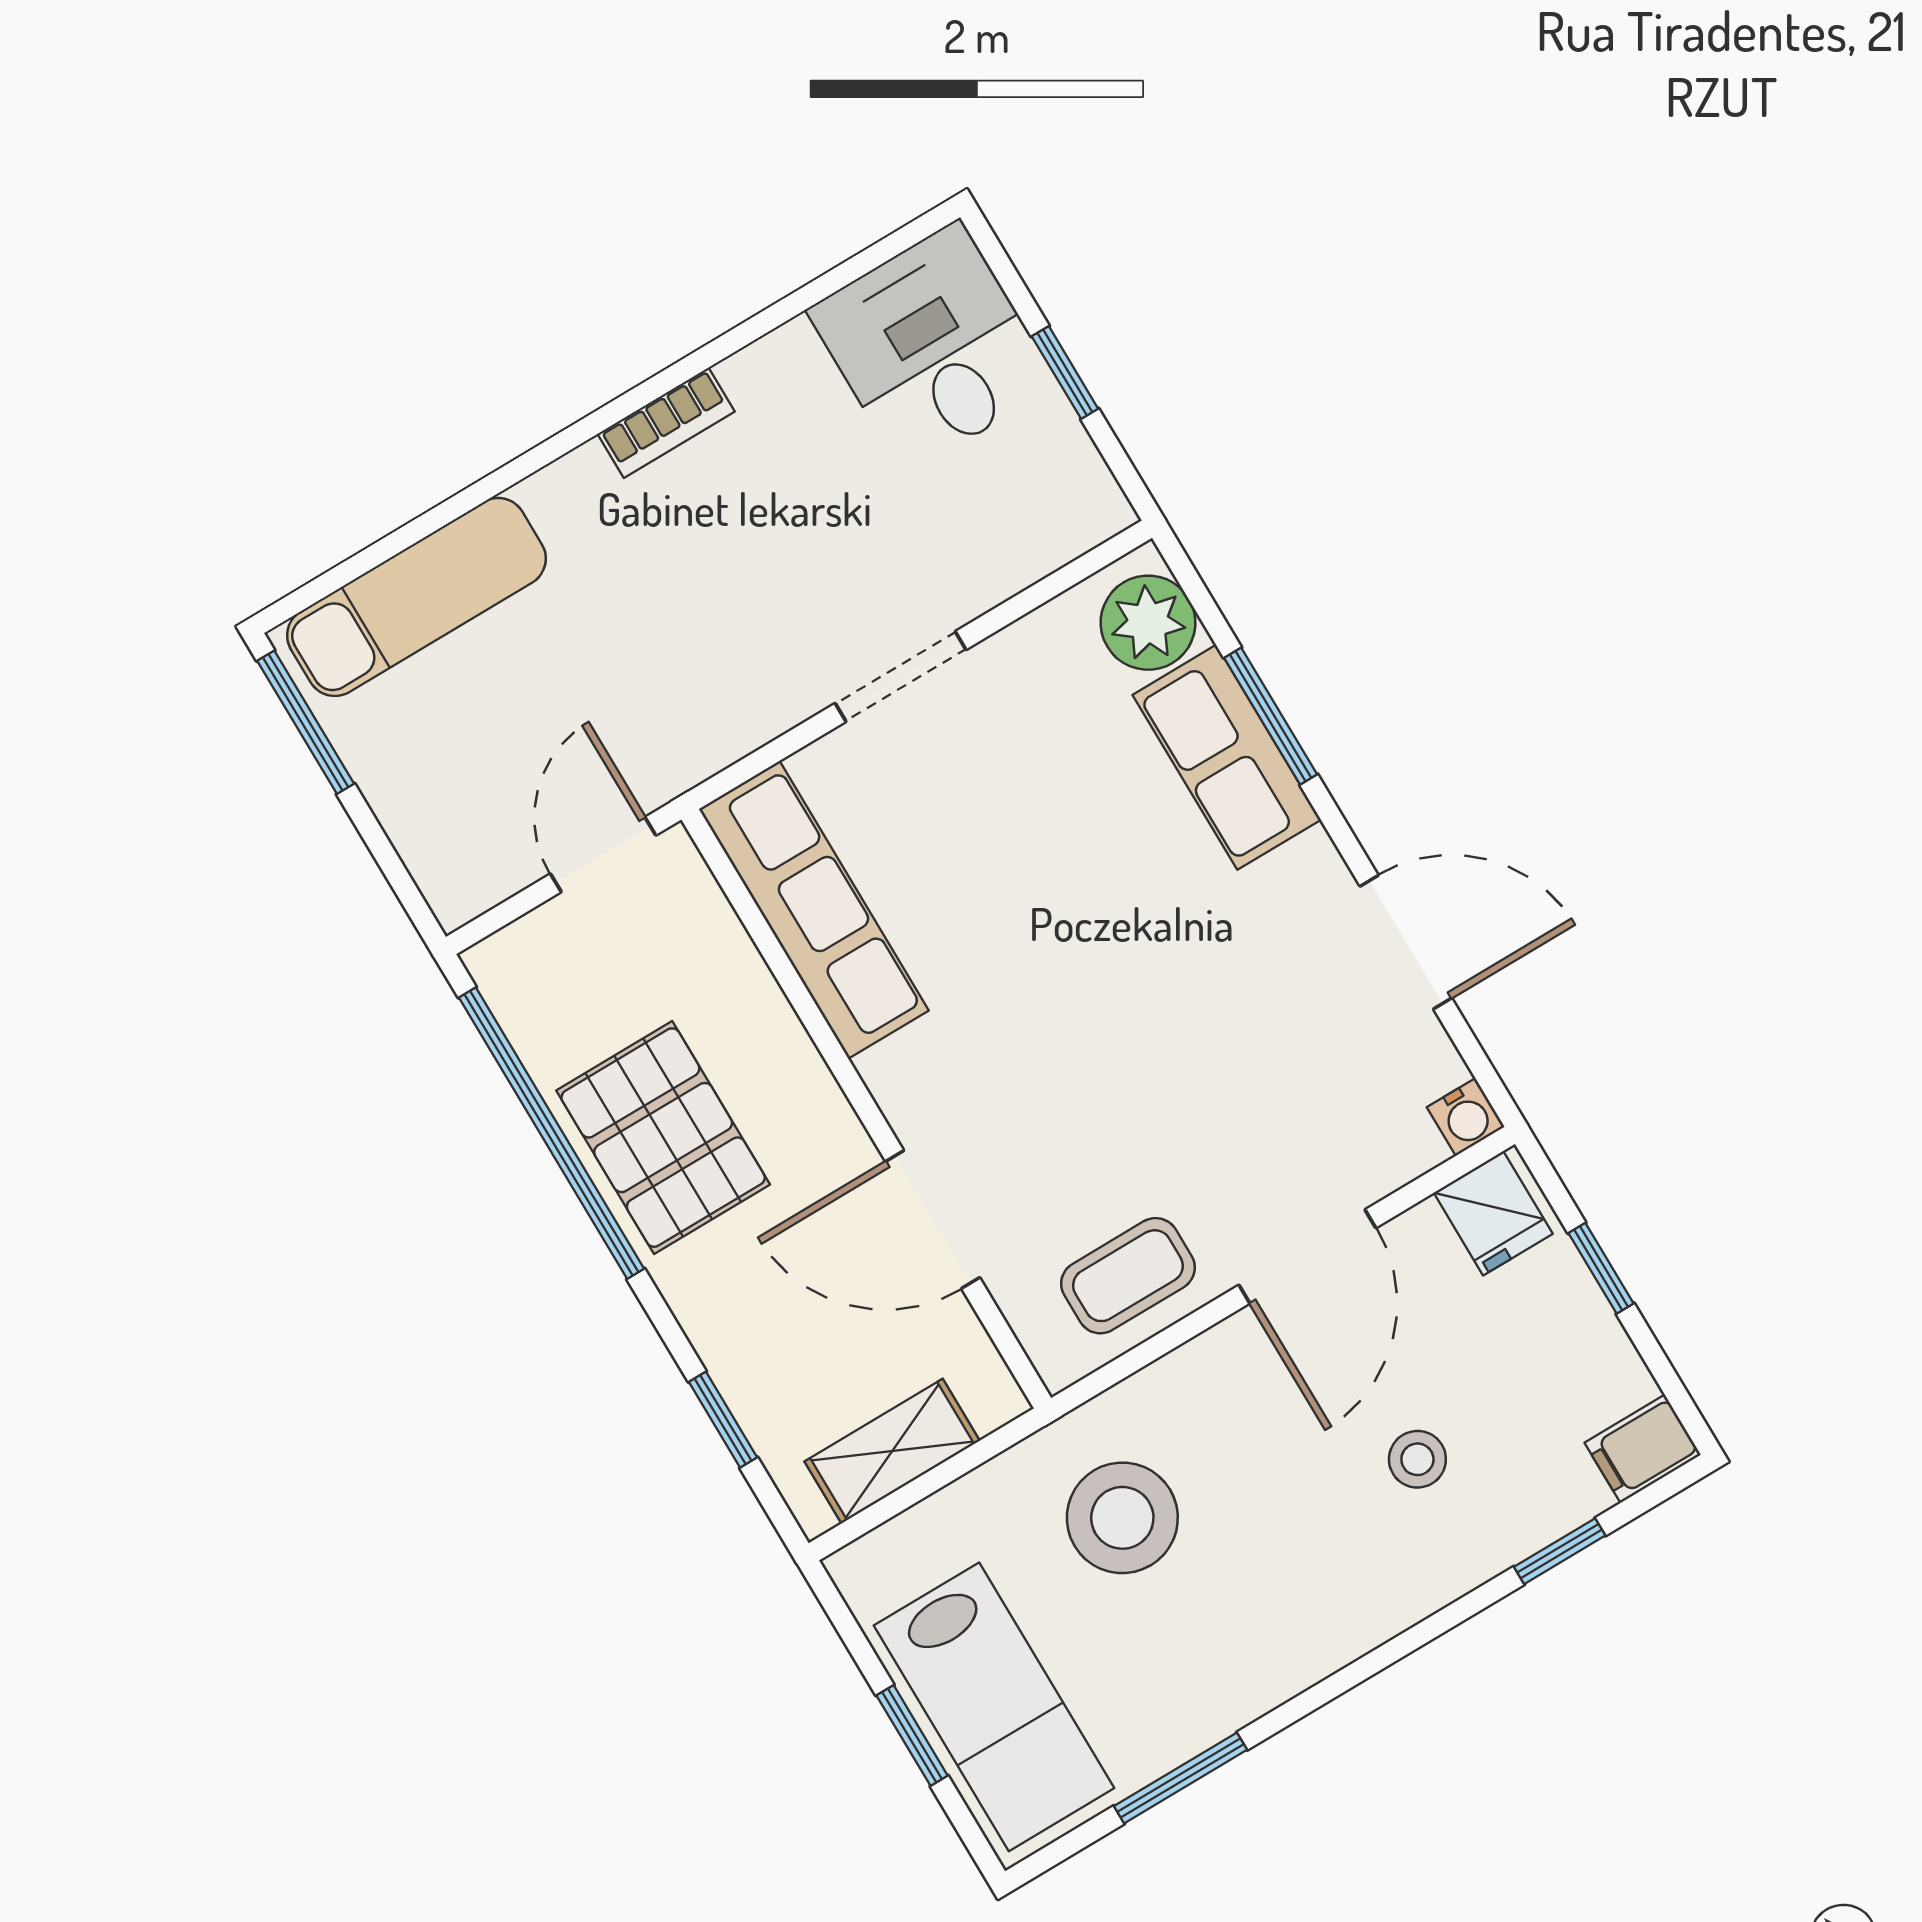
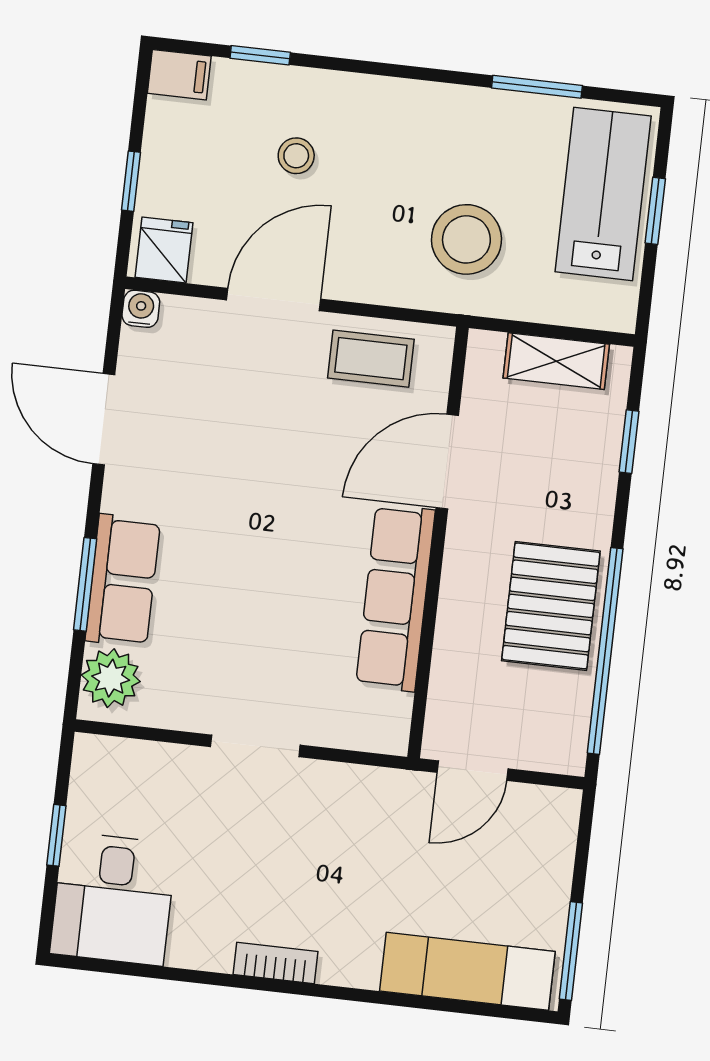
row of seats: (814, 910) -> (396, 598), moved
door: (933, 1220) -> (447, 462), swing flipped

